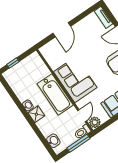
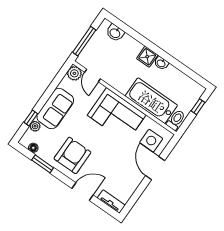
side table: (57, 51) -> (151, 141), added
bathtub: (55, 94) -> (151, 101), moved
toilet: (82, 132) -> (176, 120), moved

